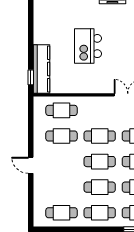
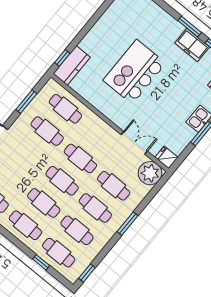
kitchen island: (88, 46) -> (135, 72), width x1.37, depth x1.28
kitchen counter: (41, 69) -> (72, 65), width x0.67
window: (31, 127) -> (26, 102), added

